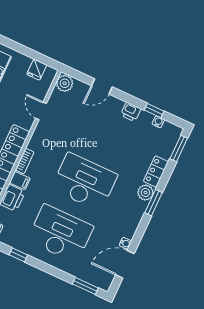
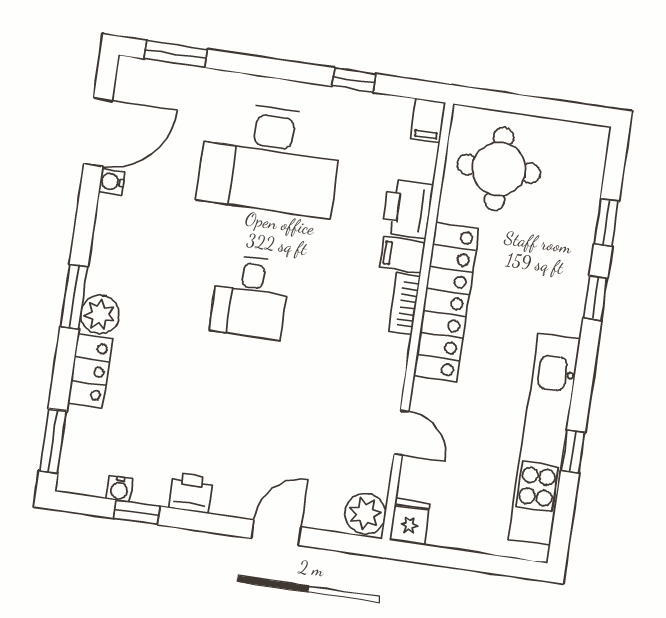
fridge: (37, 70) -> (410, 522), moved
desk: (84, 182) -> (250, 297), width x0.53, depth x0.77

